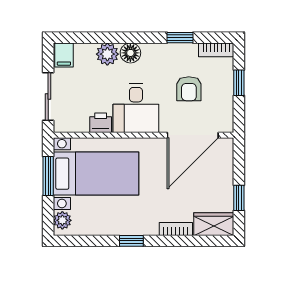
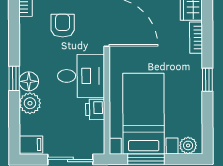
window: (180, 38) -> (14, 78), moved
armchair: (189, 89) -> (63, 26), turned -90

